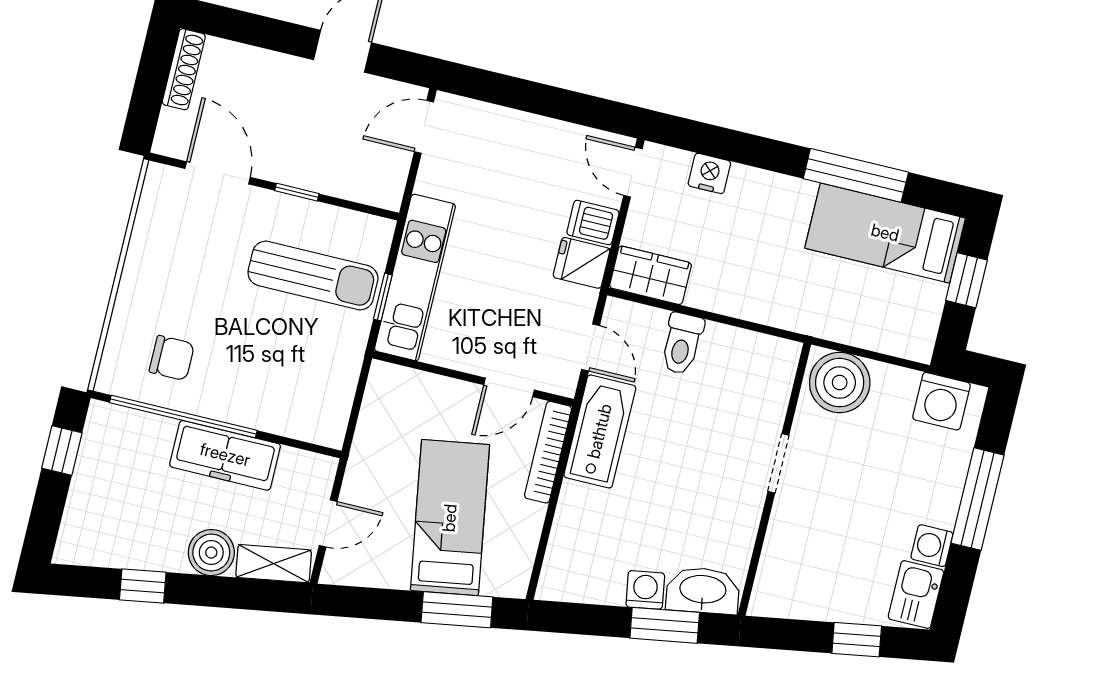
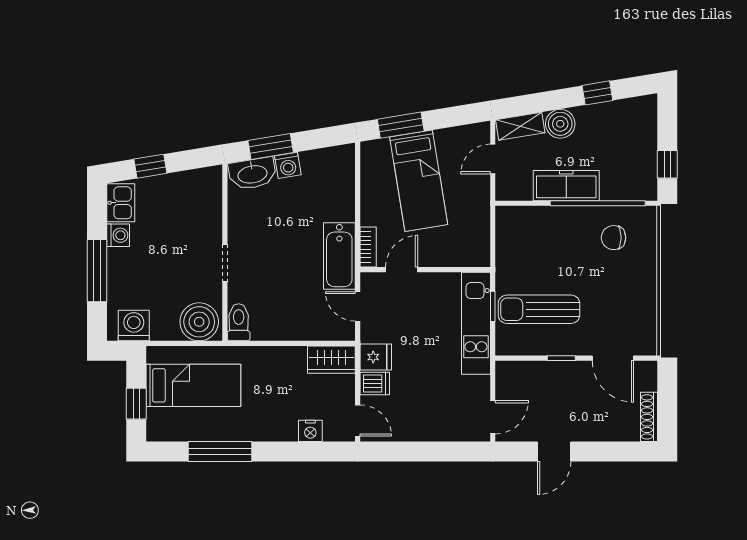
bed: (885, 233) -> (193, 385), moved
toilet: (682, 344) -> (239, 322), moved
bookcase: (548, 452) -> (368, 247), width x0.64

